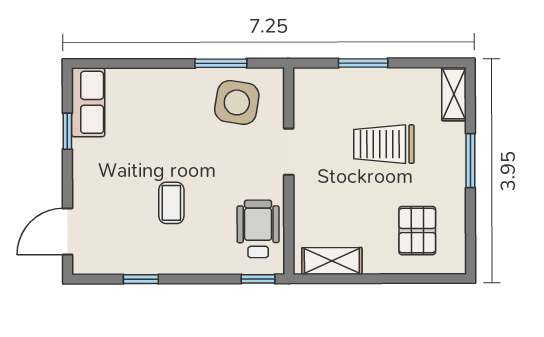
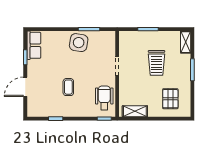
side table: (237, 102) -> (79, 43), moved
trolley: (384, 144) -> (156, 63), turned -90
door: (68, 232) -> (25, 87), moved

